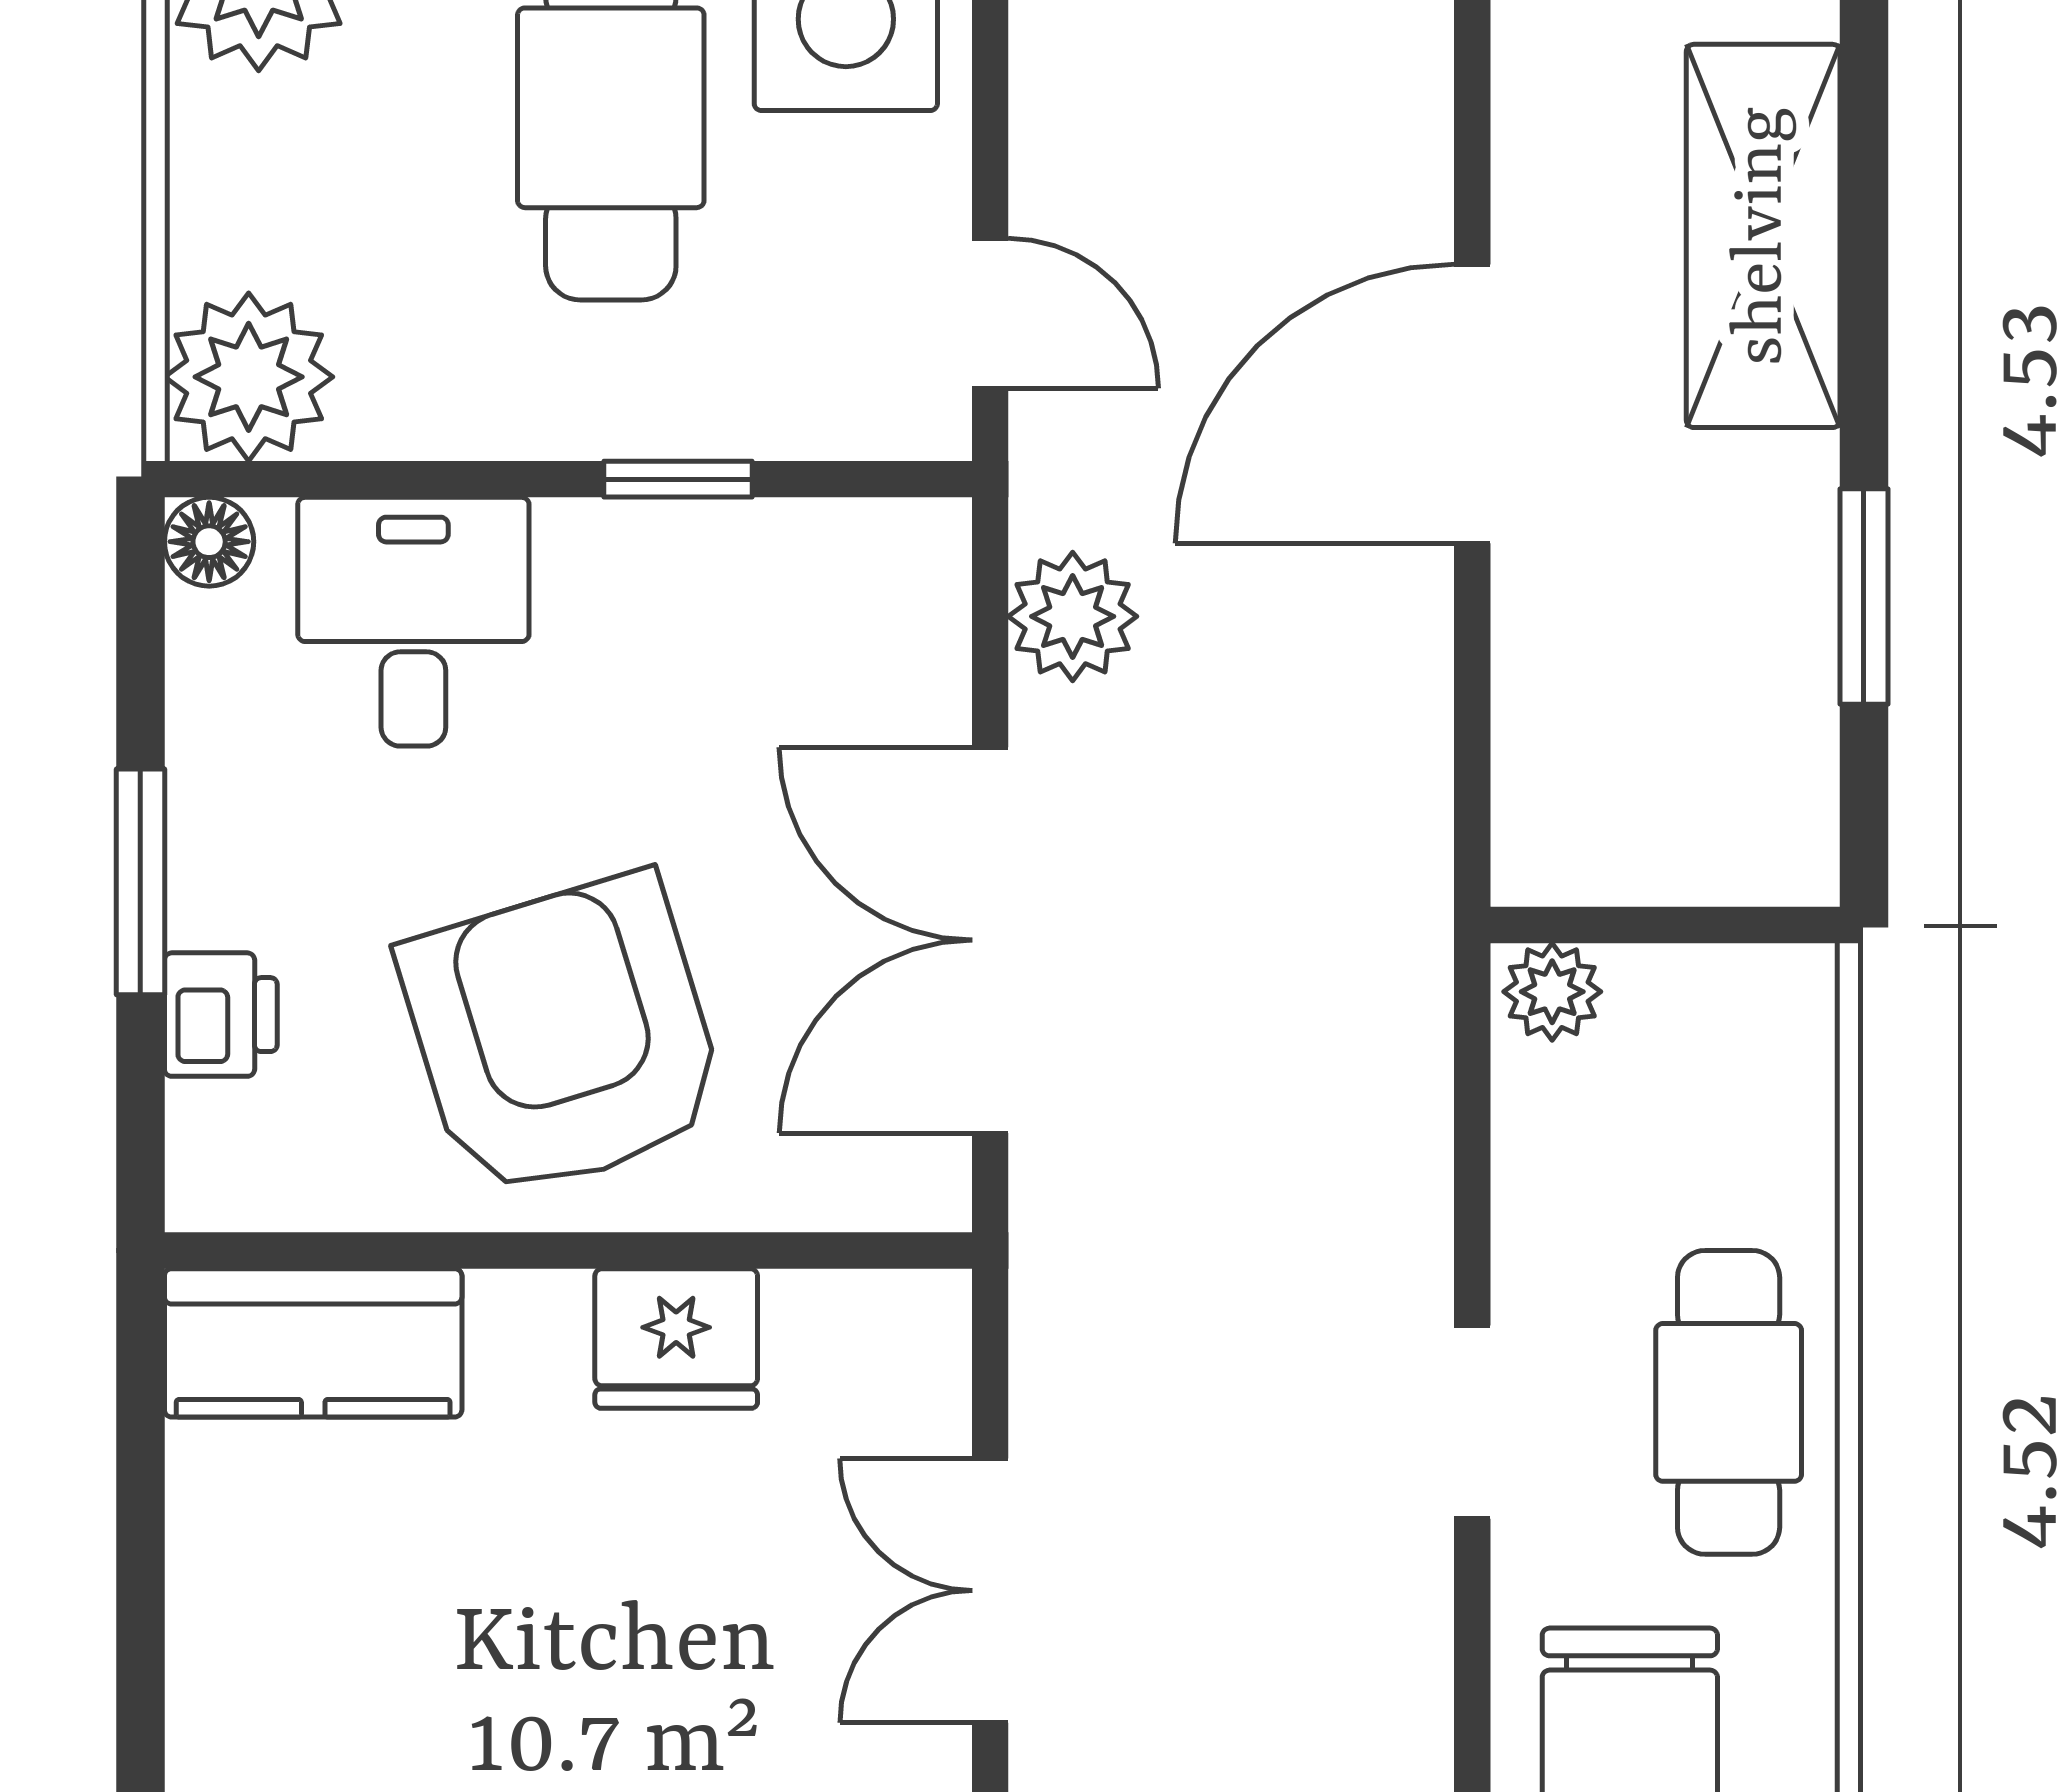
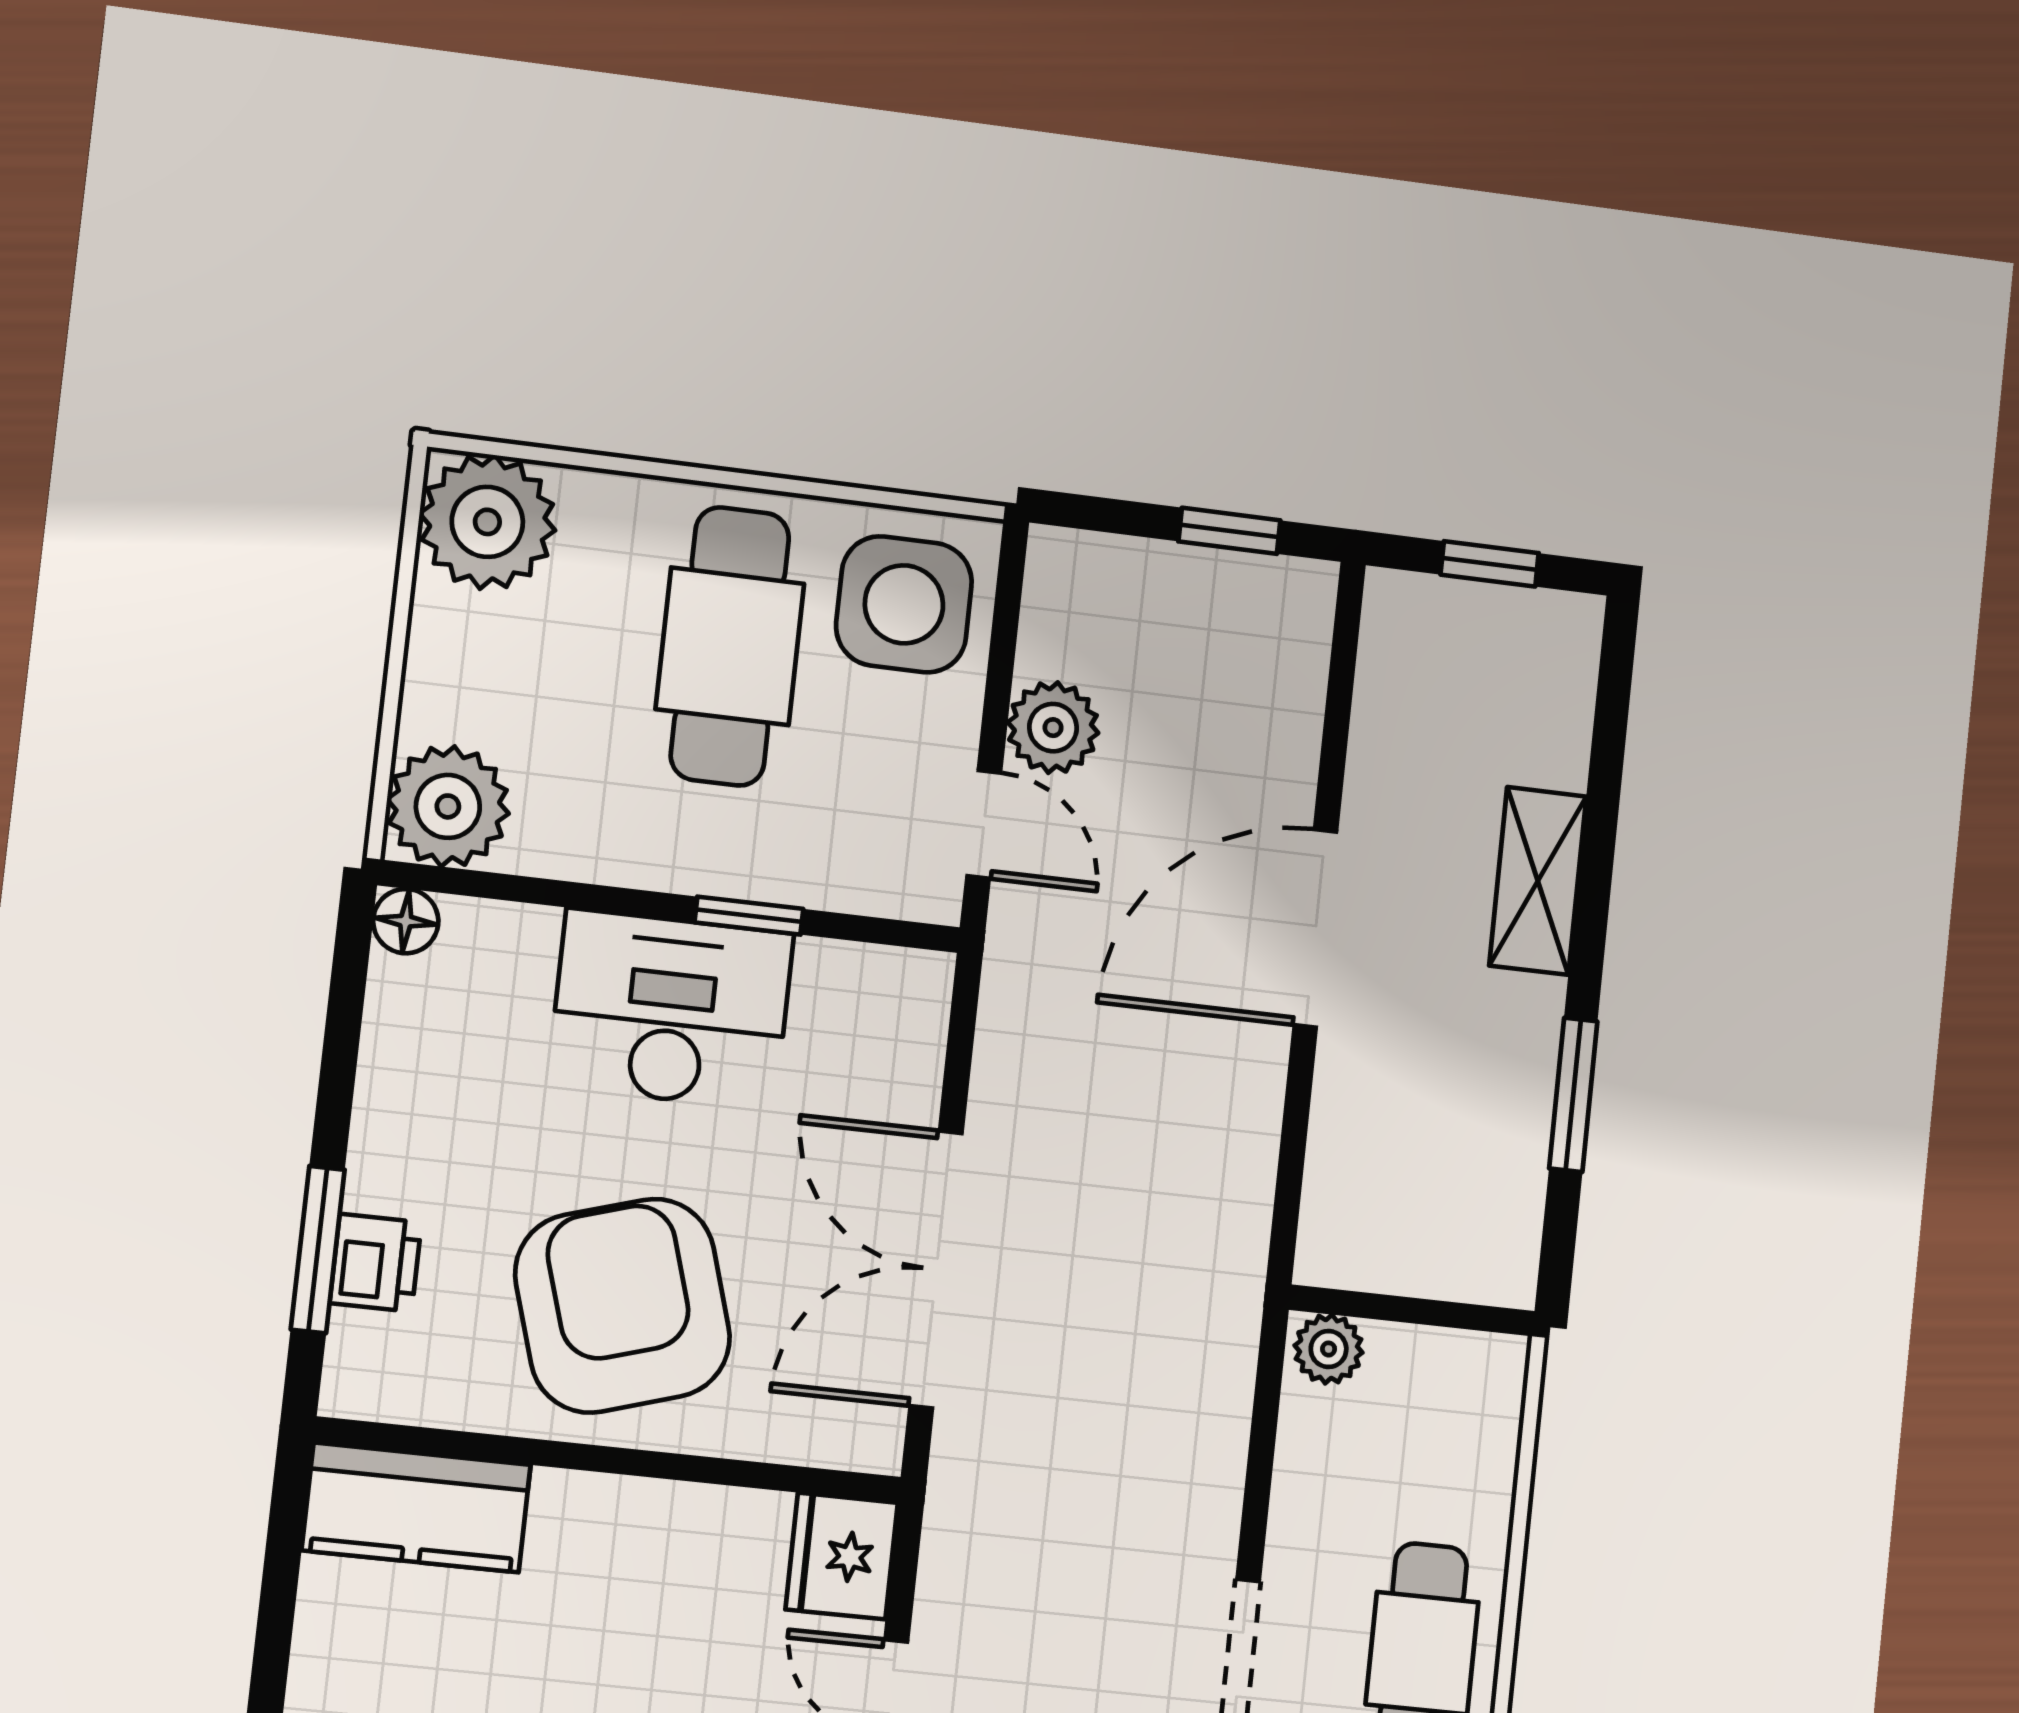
shelving: (1763, 236) -> (1538, 881), width x0.67, depth x0.75
plant: (1073, 616) -> (1053, 728), moved
desk: (413, 622) -> (671, 1010), moved, width x1.37
window: (140, 882) -> (318, 1250), moved
fridge: (676, 1338) -> (842, 1556), moved, turned 90

